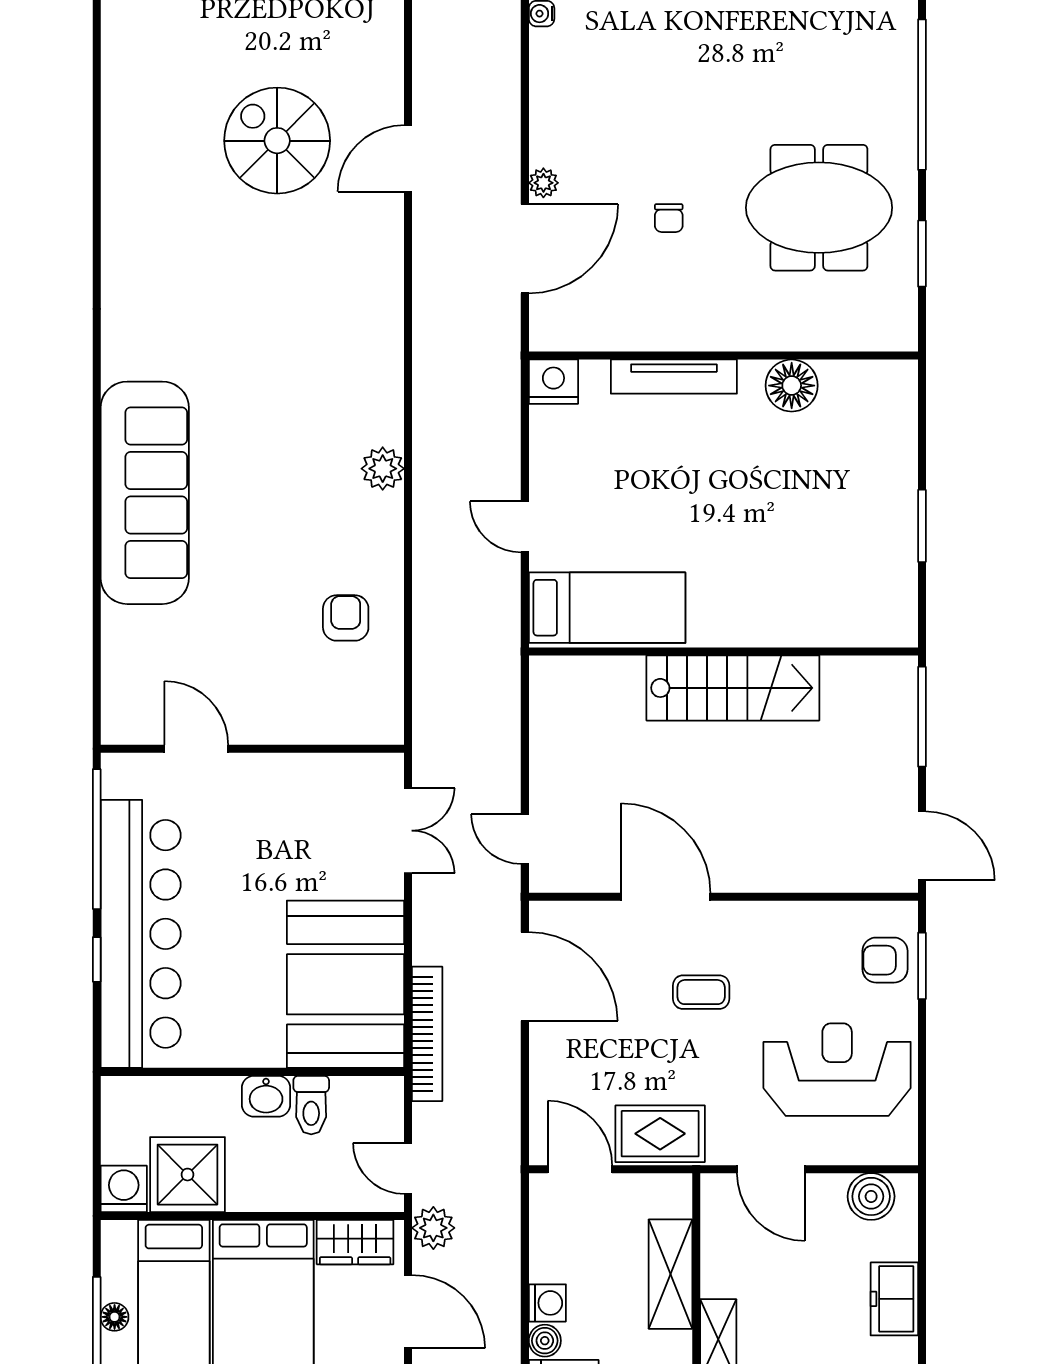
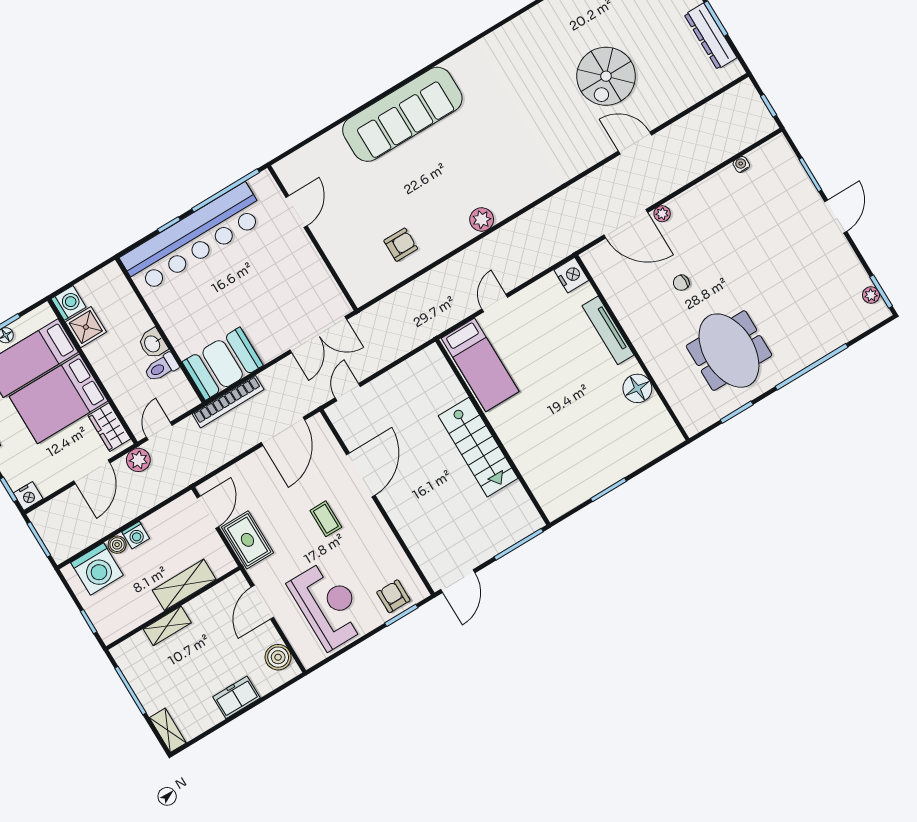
spiral stairs: (277, 141) -> (606, 76), turned 180
double door: (408, 831) -> (318, 335), width x1.37
booth: (345, 984) -> (223, 364), width x0.73, depth x0.70
shower: (187, 1175) -> (86, 327), width x0.73, depth x0.73

